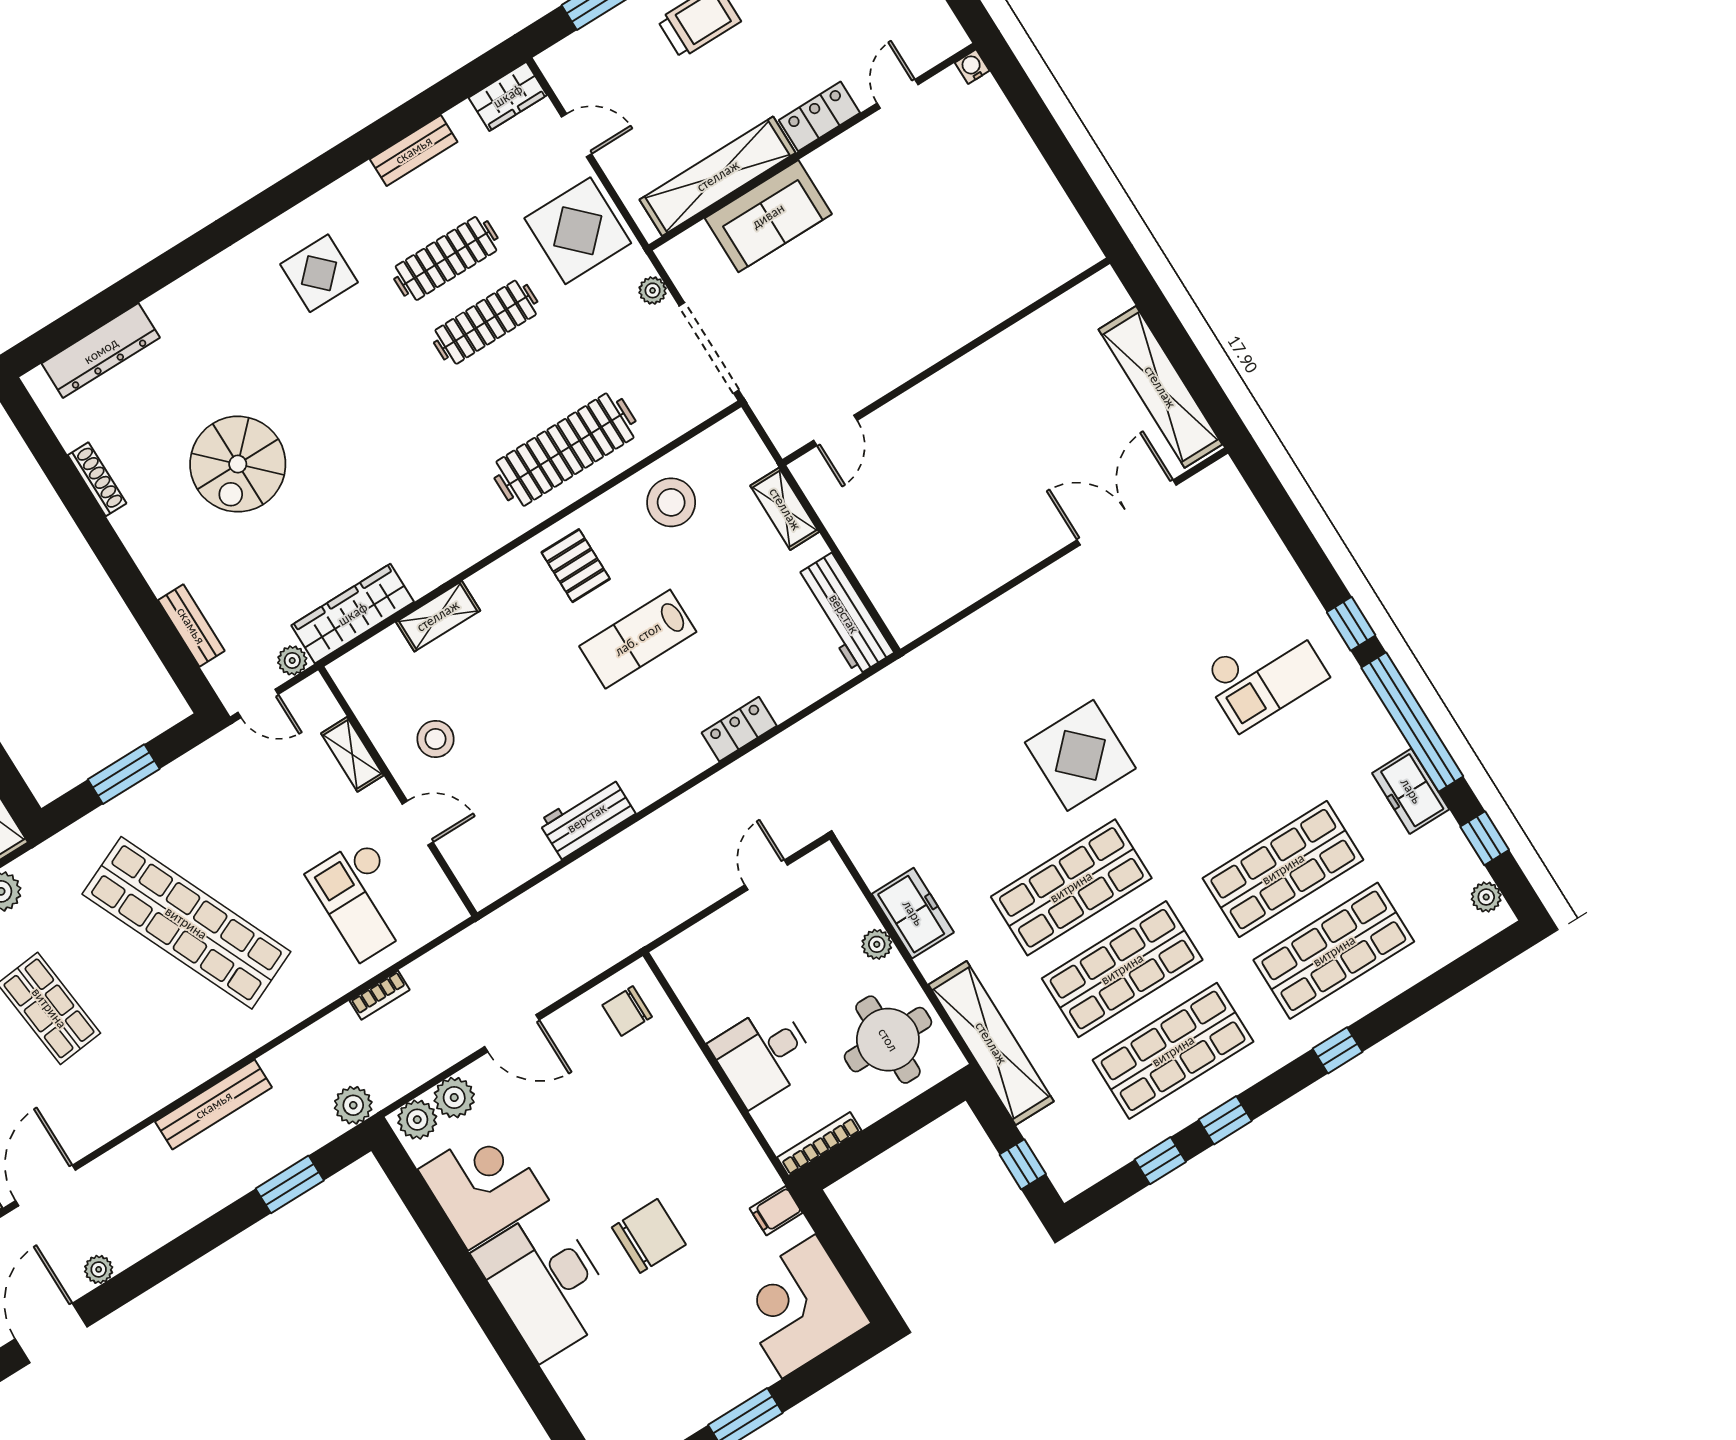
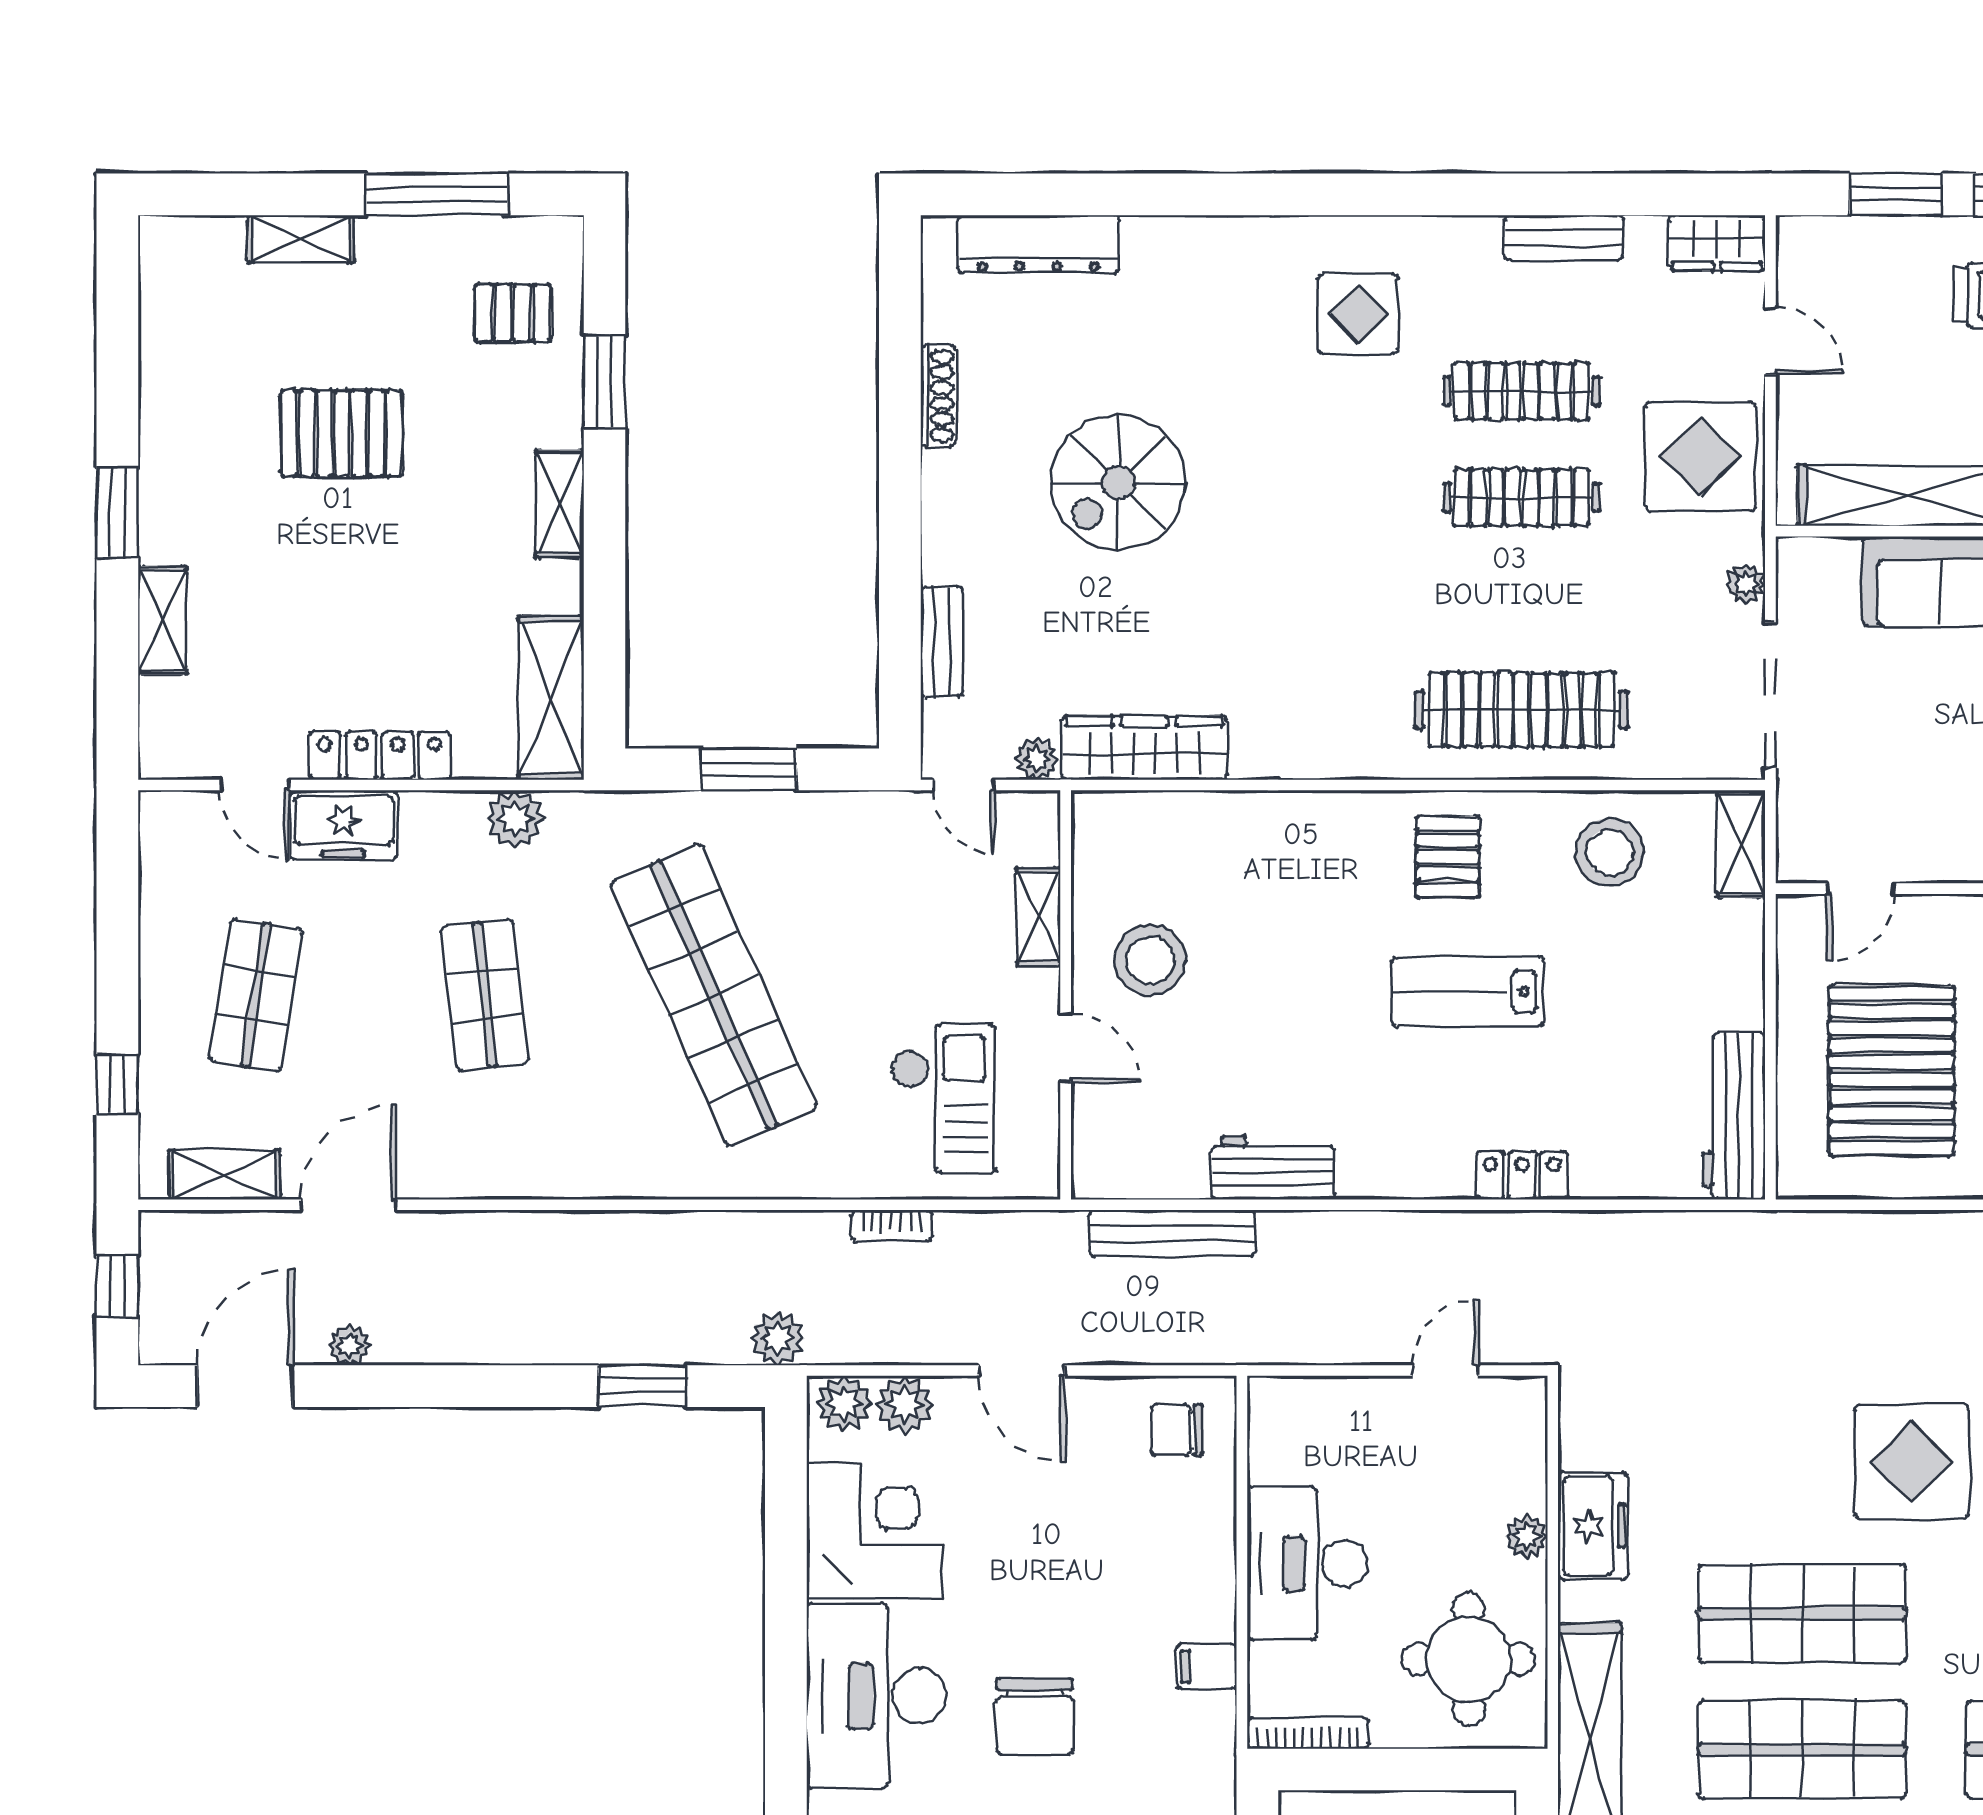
shelving: (785, 509) -> (1741, 844), moved
pallet: (922, 528) -> (1892, 1071), added
shelving: (438, 616) -> (1245, 815), removed
stool: (436, 739) -> (1150, 960), width x1.38, depth x1.38
checkout: (363, 899) -> (943, 1099), turned 180
desk: (763, 1055) -> (1307, 1564), width x1.37
bench: (214, 1105) -> (1172, 1233), moved
filing cabinet: (776, 1211) -> (1206, 1667), moved
chair: (649, 1236) -> (1035, 1716), turned 90

